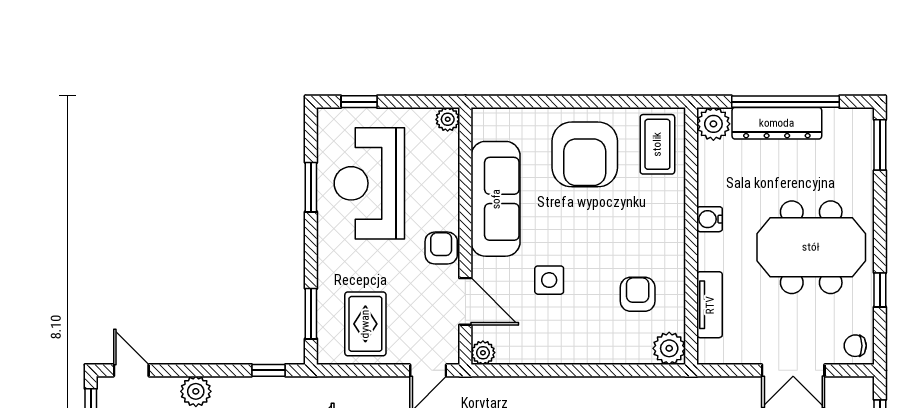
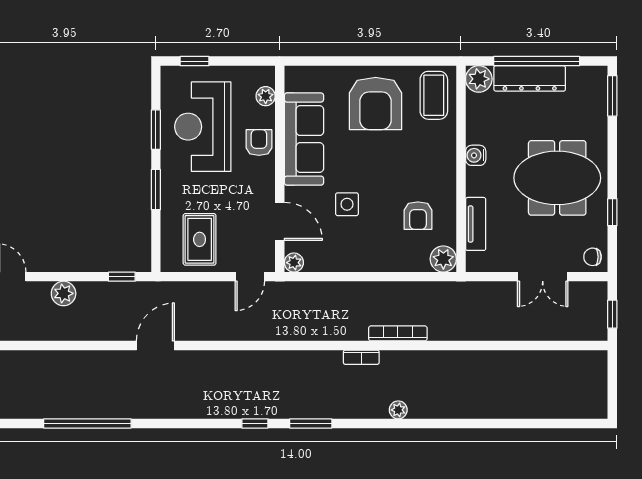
plant: (448, 119) -> (266, 96), moved
armchair: (441, 248) -> (259, 143), moved
armchair: (638, 294) -> (418, 216), turned 180
window: (311, 314) -> (156, 190), moved

